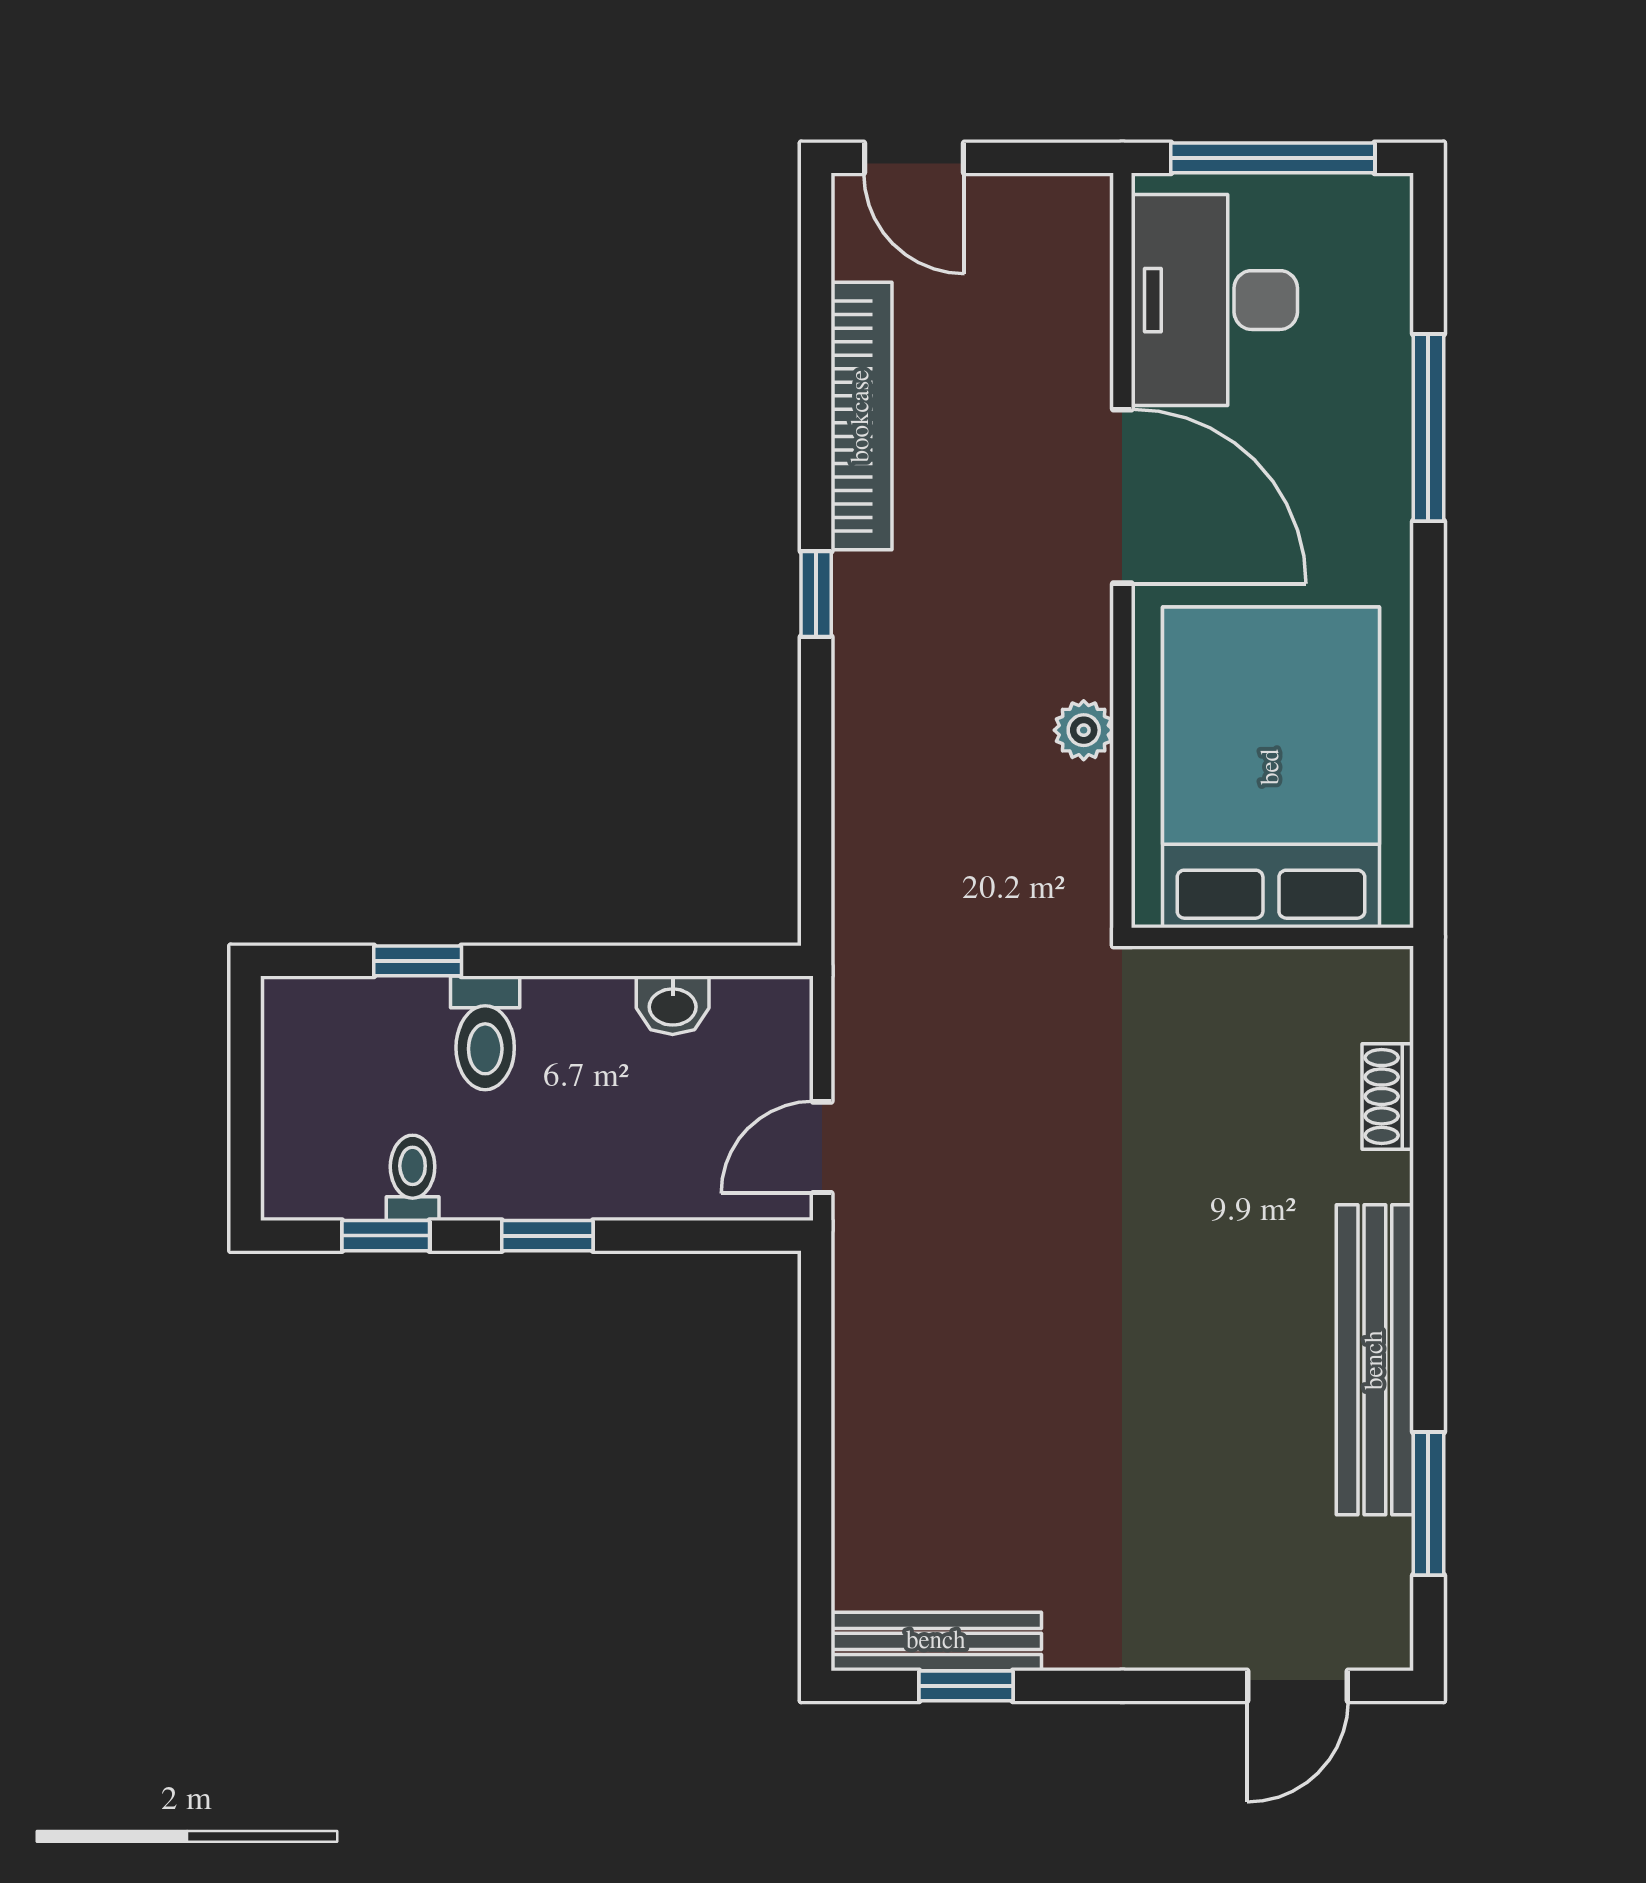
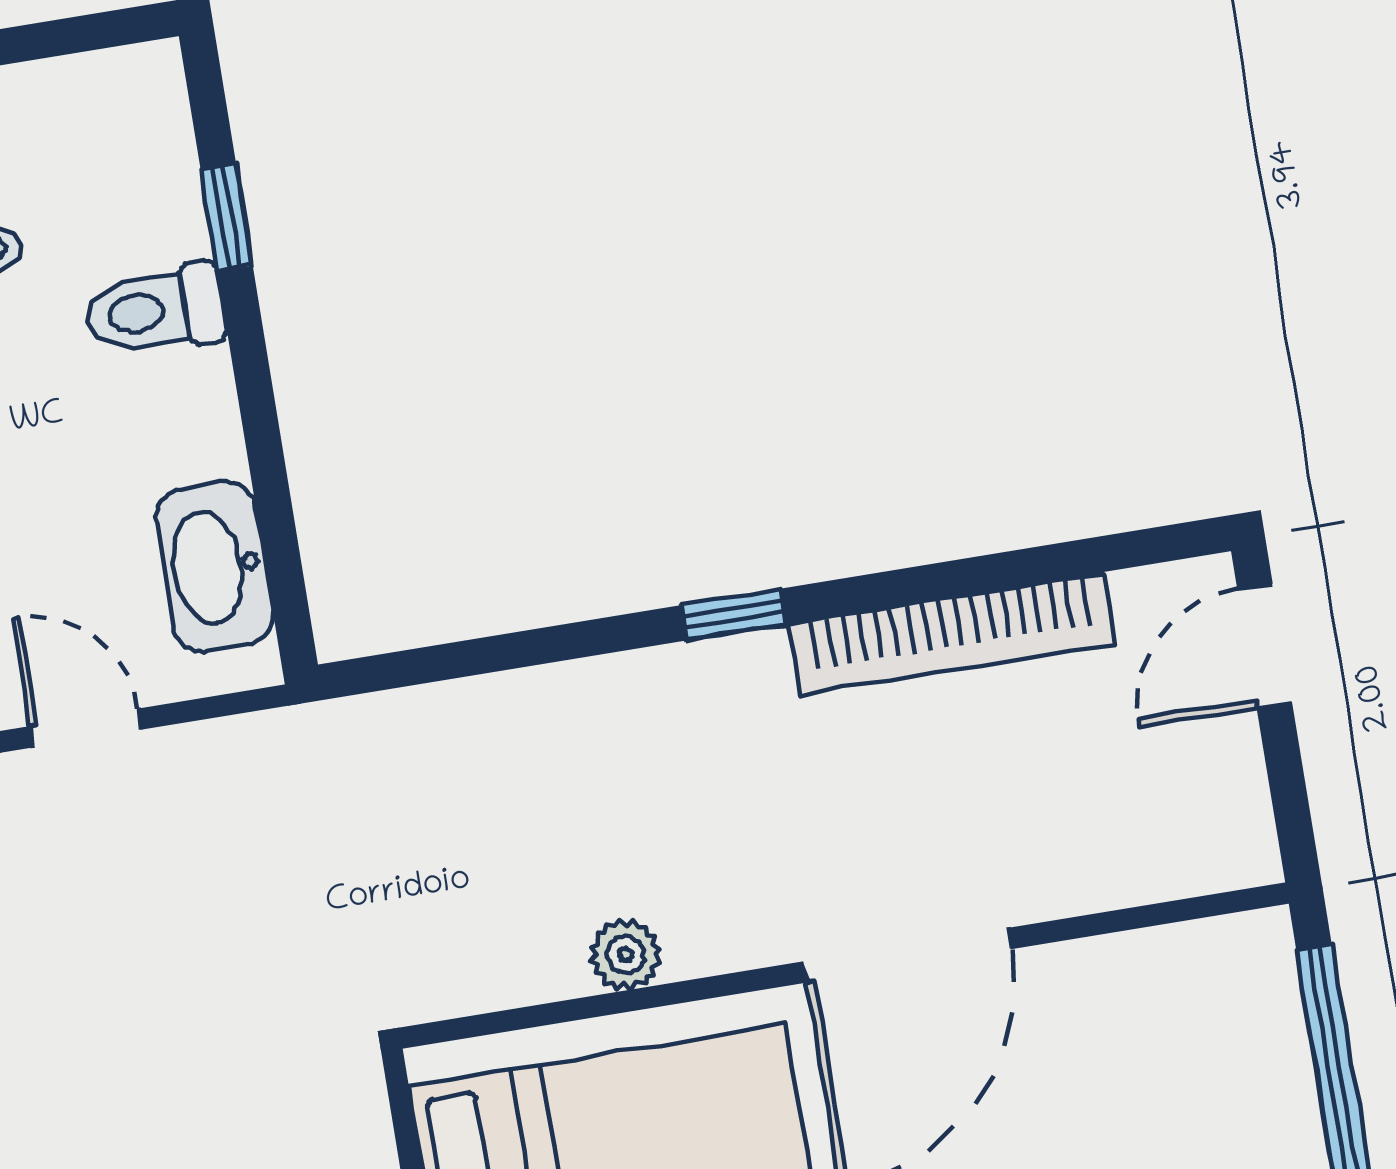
desk: (1214, 300) -> (1155, 1026), removed
washbasin: (673, 1005) -> (215, 567), width x1.91, depth x1.45

